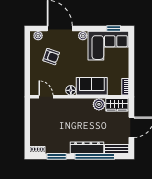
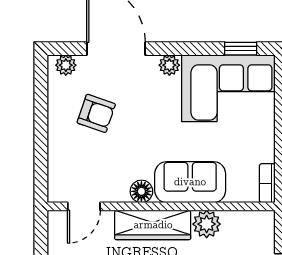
door: (46, 97) -> (84, 206), swing flipped
wardrobe: (117, 105) -> (153, 225), moved, width x1.50

